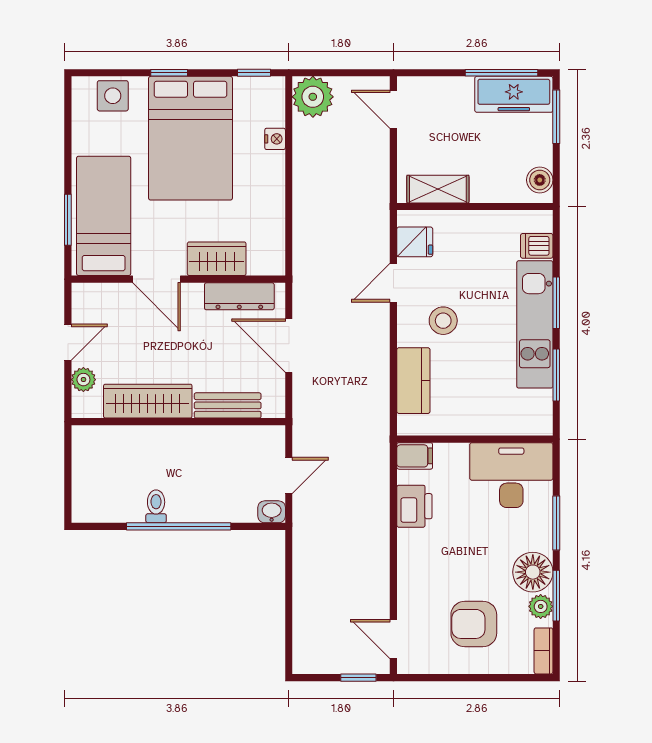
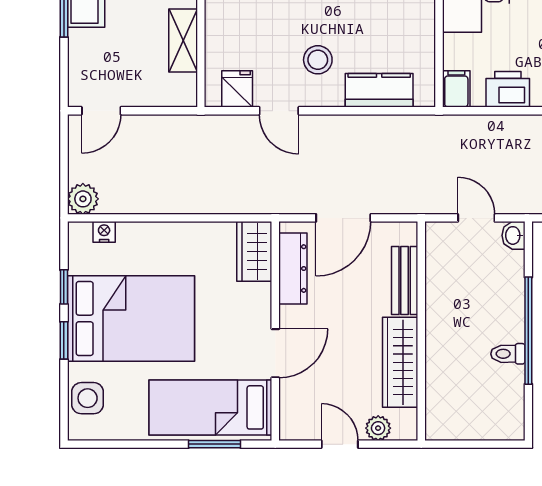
window: (254, 73) -> (64, 287), moved
plant: (313, 97) -> (83, 199), width x0.73, depth x0.73
nightstand: (275, 139) -> (104, 232), moved
shelving: (438, 189) -> (183, 40), moved
wardrobe: (217, 259) -> (254, 251), moved

